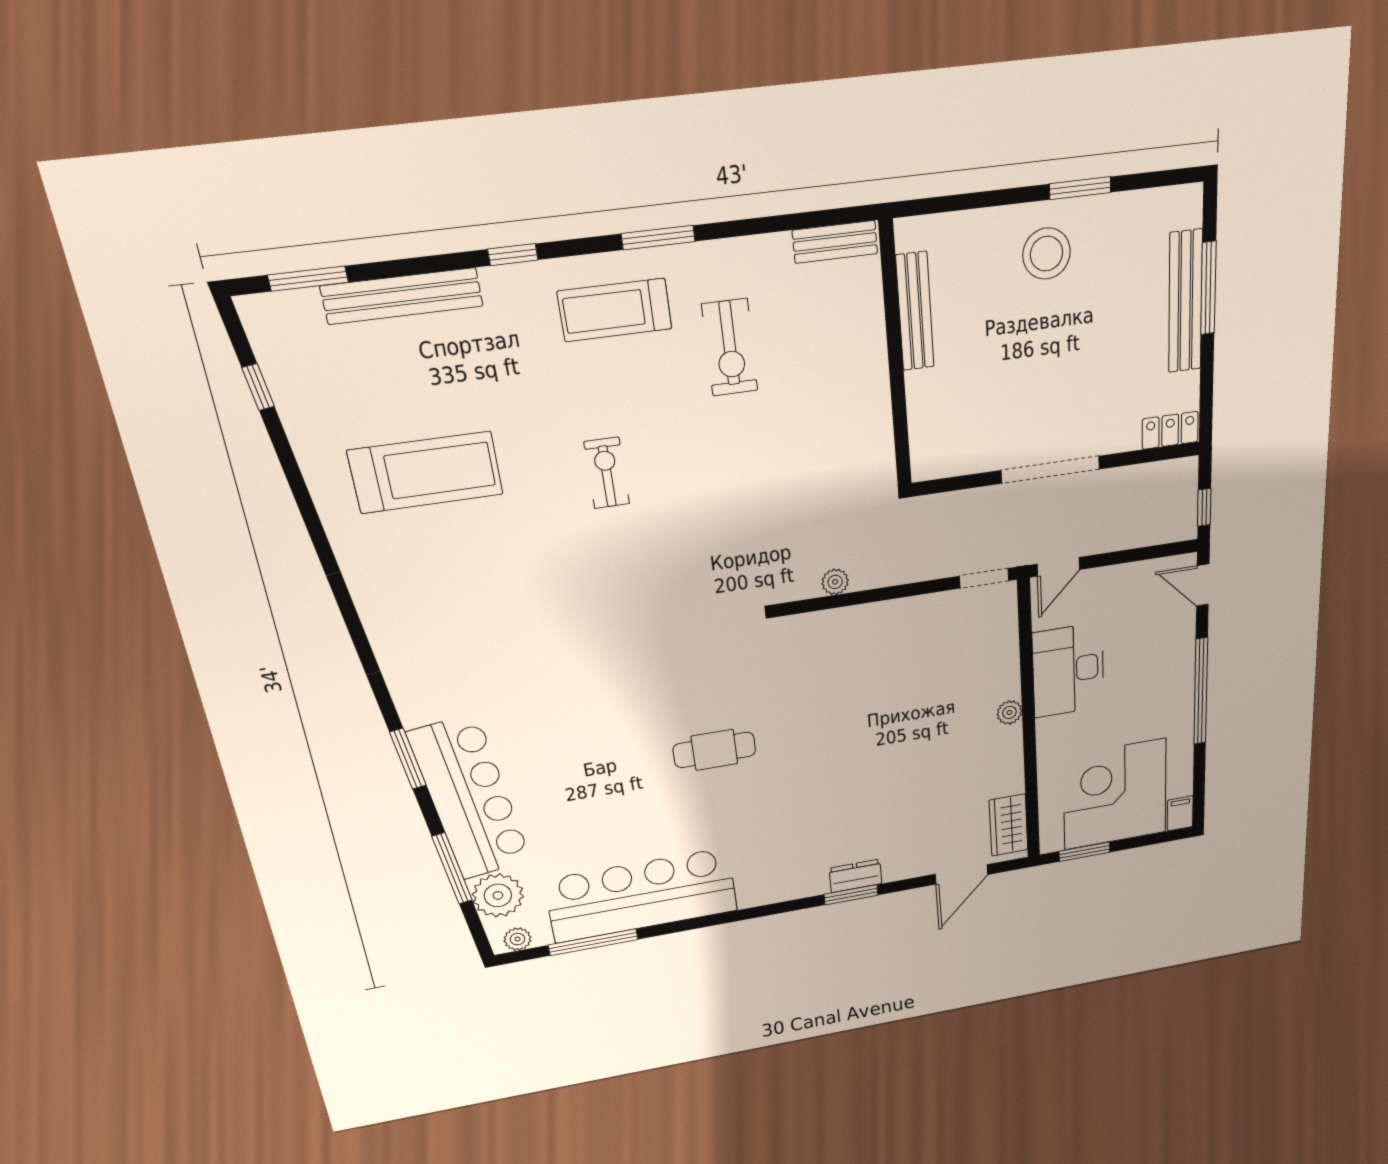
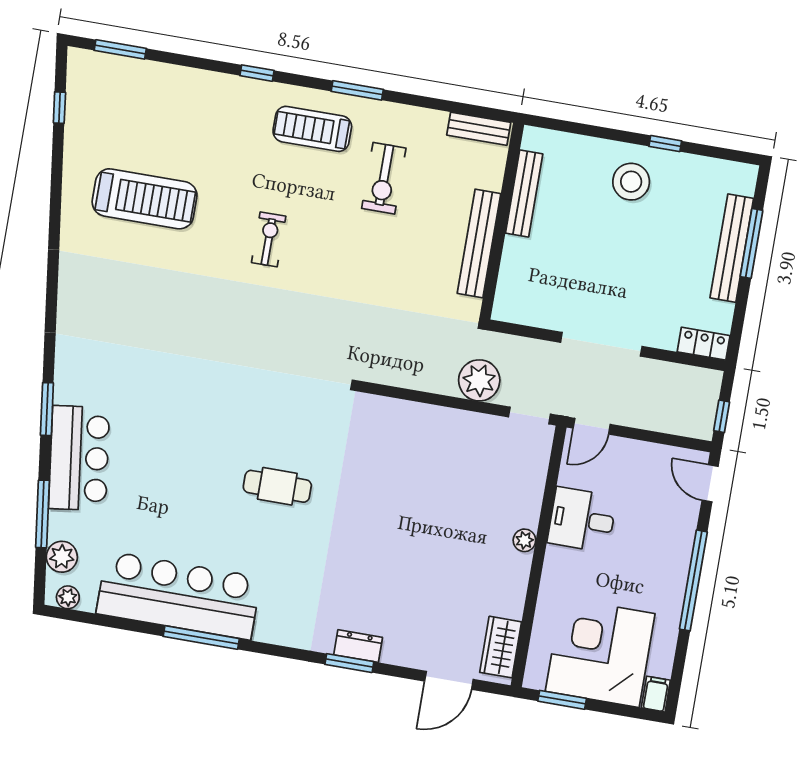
window: (1080, 188) -> (665, 144), width x0.67
bench: (402, 296) -> (479, 243), moved, turned 90
plant: (835, 582) -> (479, 380), moved, width x1.87, depth x1.87
desk: (1068, 670) -> (582, 520), width x0.73
bar counter: (470, 798) -> (79, 458), width x0.73
plant: (498, 895) -> (62, 557), width x0.73, depth x0.73
window: (593, 942) -> (201, 637), moved

